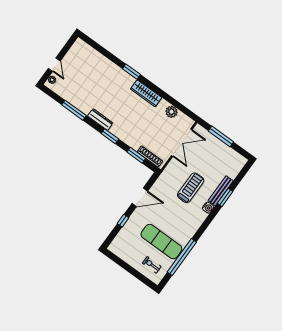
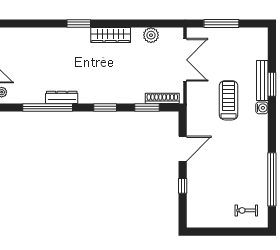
window: (74, 110) -> (48, 107), width x1.46
dresser: (100, 120) -> (62, 97), moved
exercise mat: (161, 241) -> (239, 179), removed

